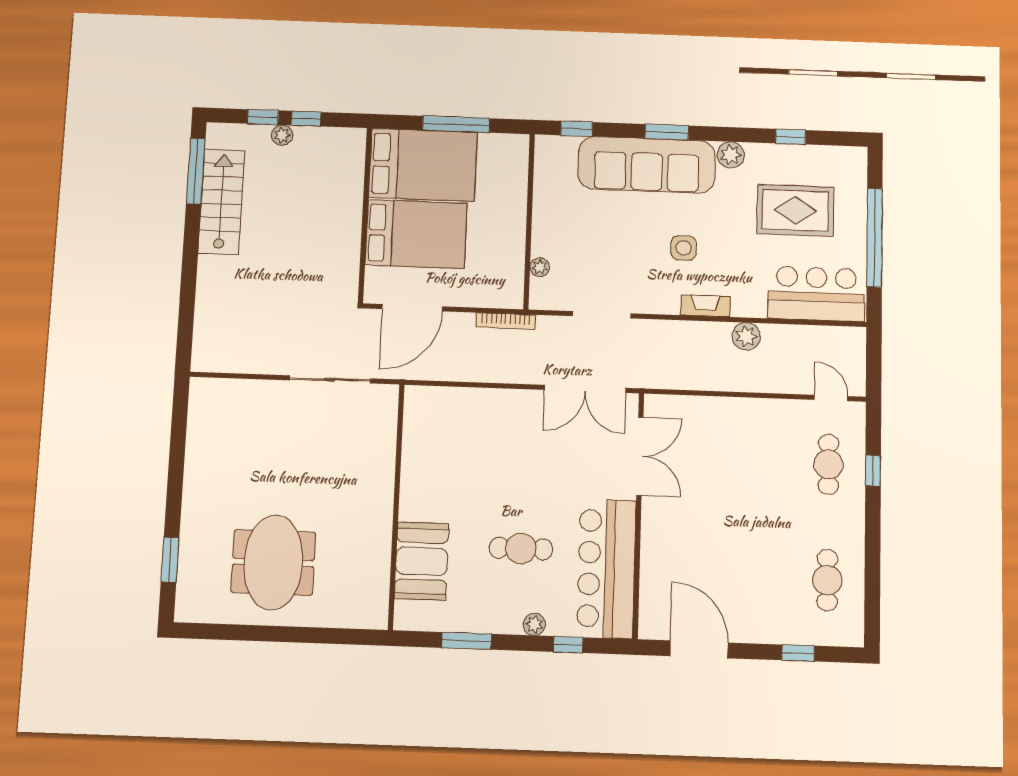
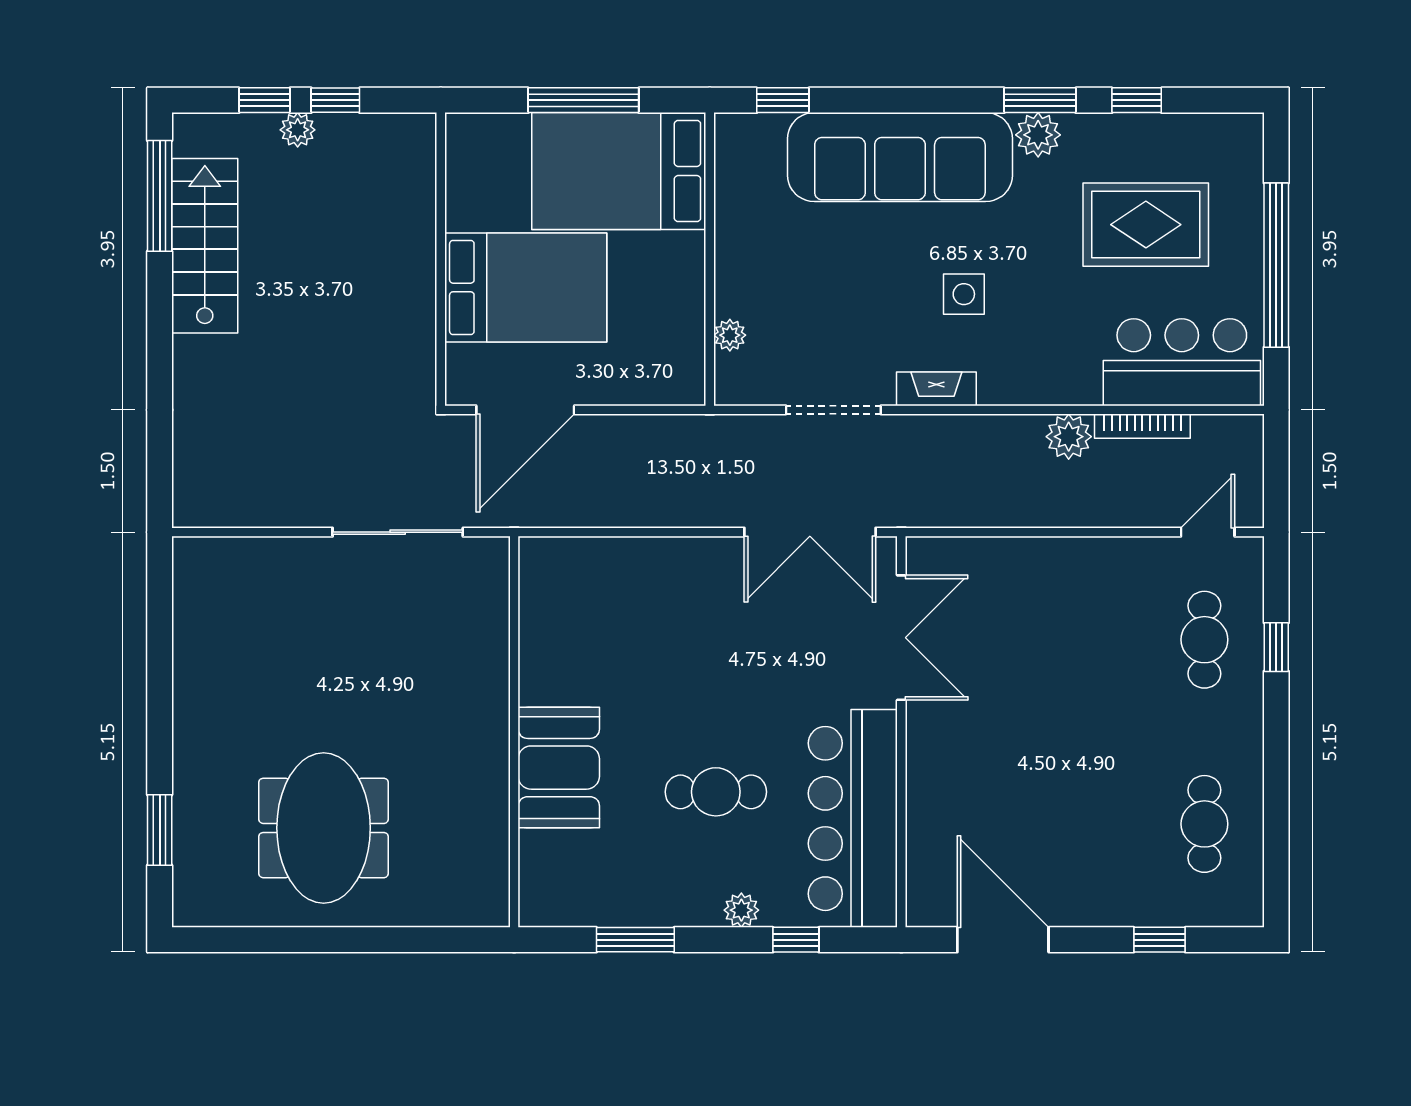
window: (667, 132) -> (1040, 100), moved
bed: (423, 165) -> (619, 171), moved, turned 180
fireplace: (705, 306) -> (936, 389), moved
bookcase: (506, 321) -> (1142, 426), moved
door: (831, 398) -> (1208, 532), hinge flipped
booth: (422, 561) -> (559, 768), moved

